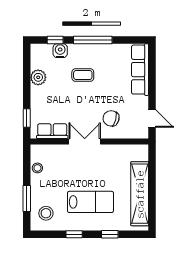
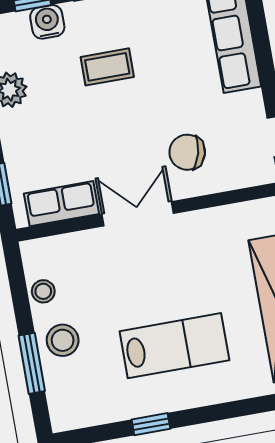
stool: (46, 213) -> (63, 340), moved
window: (110, 234) -> (230, 410), removed

